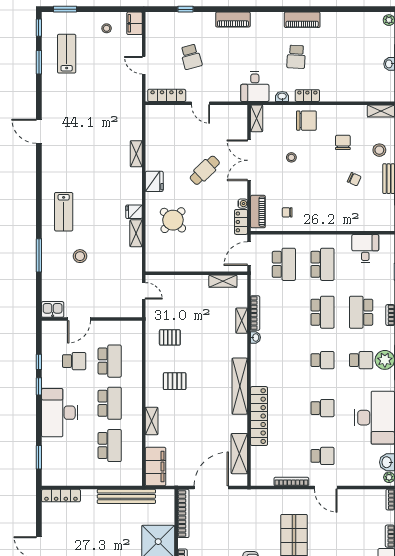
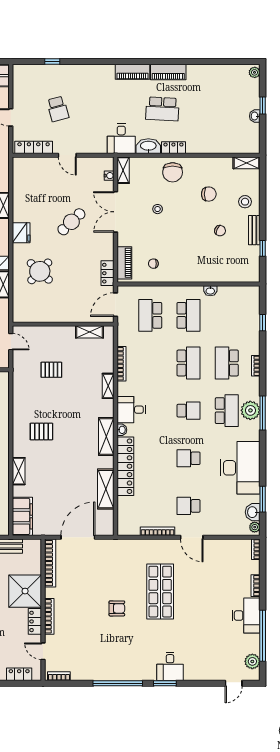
piano: (233, 20) -> (133, 72), moved
school desk: (296, 57) -> (162, 109), width x1.85
washbasin: (282, 96) -> (148, 146), width x1.91, depth x1.45
chair: (306, 121) -> (173, 172), turned 90
chair: (343, 142) -> (209, 194), turned 90
water cooler: (243, 204) -> (109, 176), moved
washbasin: (344, 240) -> (210, 291), added
desk: (365, 249) -> (131, 410), moved, turned -90
school desk: (284, 264) -> (150, 315), turned 180
shelving: (242, 321) -> (108, 386), moved
pallet: (170, 337) -> (51, 370), moved
washbasin: (255, 337) -> (122, 430), moved
school desk: (361, 360) -> (227, 411), width x1.85
shelving: (240, 386) -> (106, 436), width x0.68
school desk: (323, 408) -> (189, 458), turned 180
shelving: (239, 454) -> (106, 489), moved
school desk: (323, 456) -> (189, 506), turned 180

